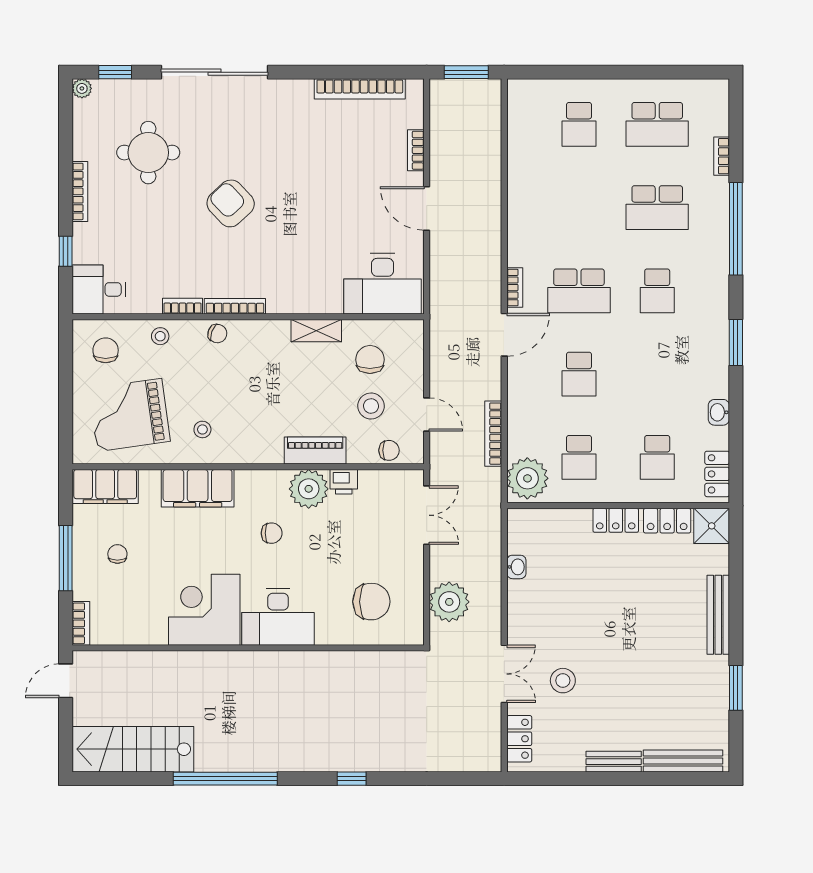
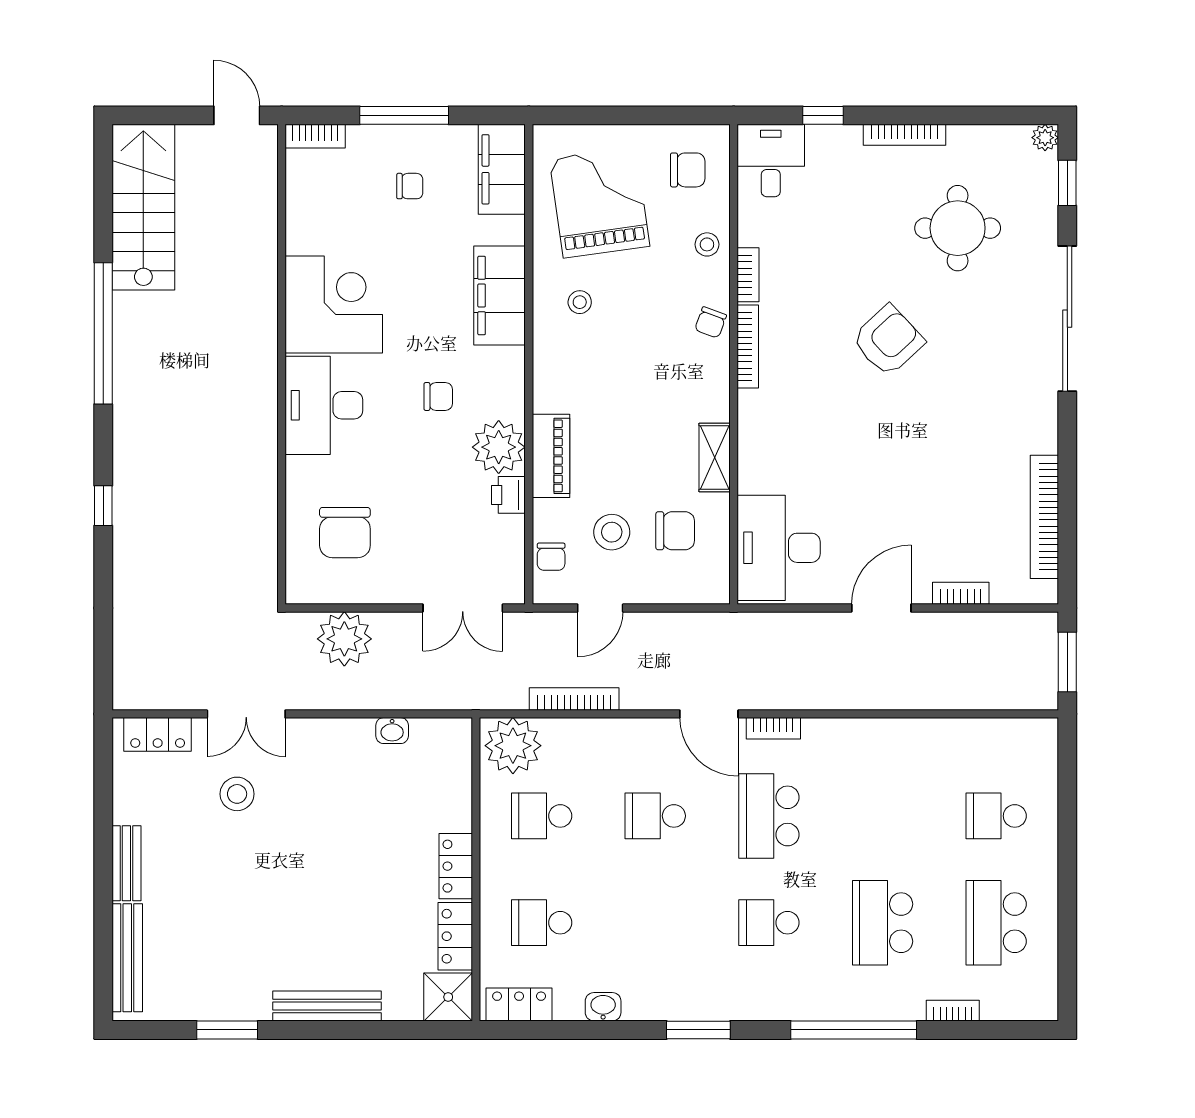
chair: (272, 533) -> (438, 396), turned -90

